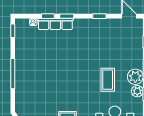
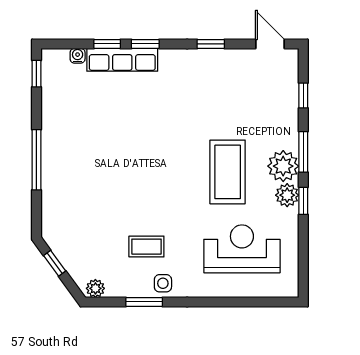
coffee table: (108, 80) -> (228, 172), width x1.36, depth x1.32

